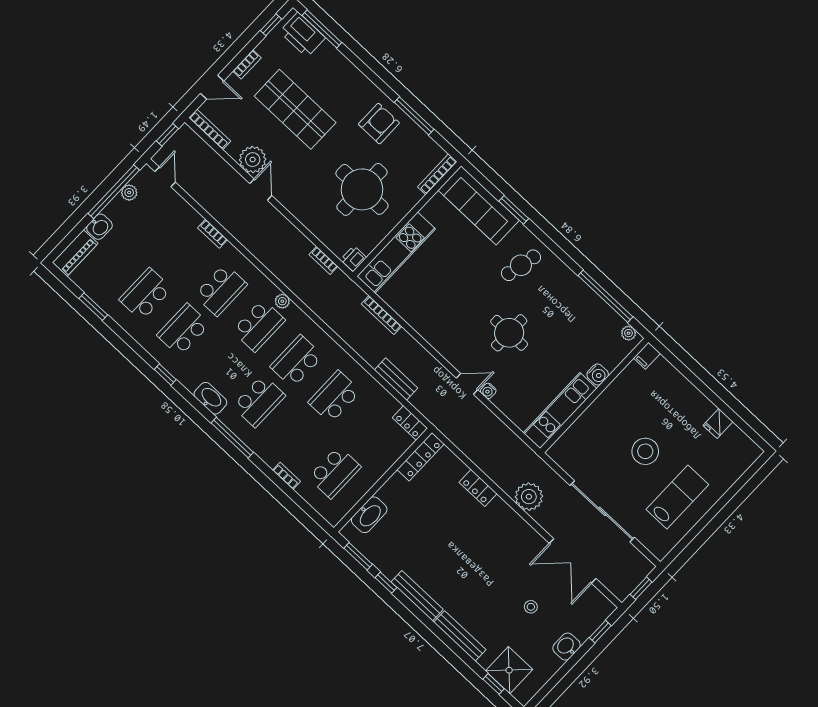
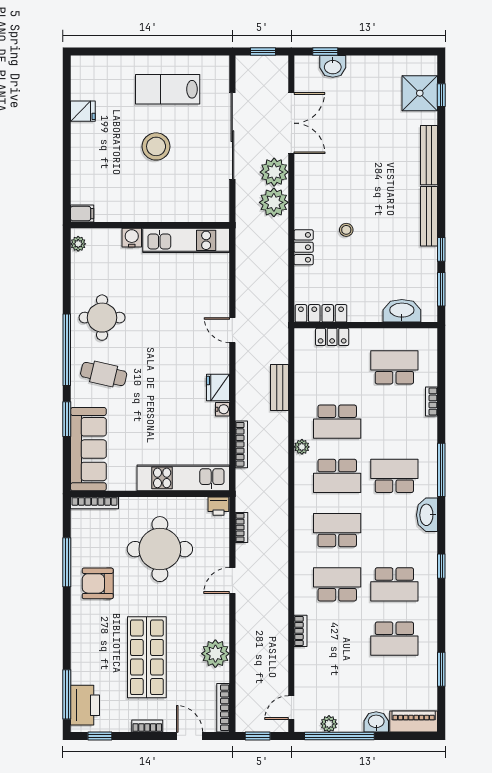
door: (261, 190) -> (232, 581), moved
window: (605, 296) -> (67, 350), moved
plant: (282, 301) -> (302, 447), moved
round table: (509, 333) -> (102, 318), moved
fridge: (436, 336) -> (218, 387), added
water cooler: (488, 391) -> (223, 409), moved
locker: (410, 423) -> (332, 337), moved, turned 90
plant: (550, 517) -> (274, 172), added
stool: (531, 607) -> (346, 230), moved
washbasin: (567, 647) -> (333, 66), moved

